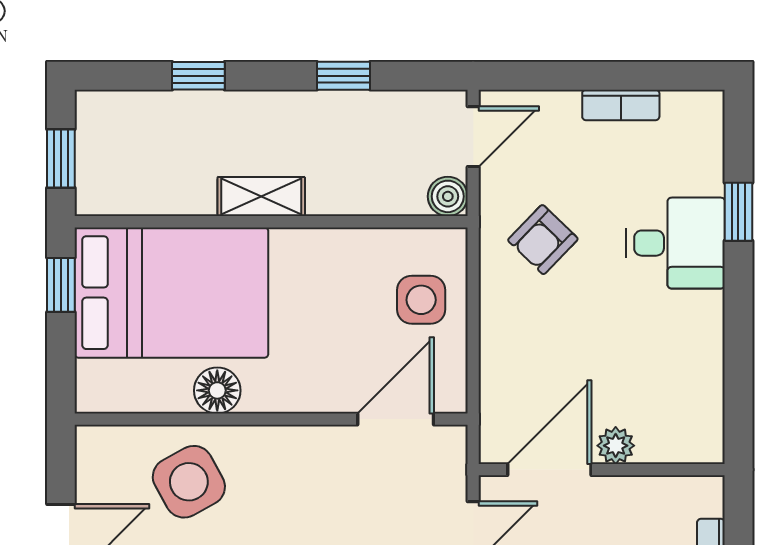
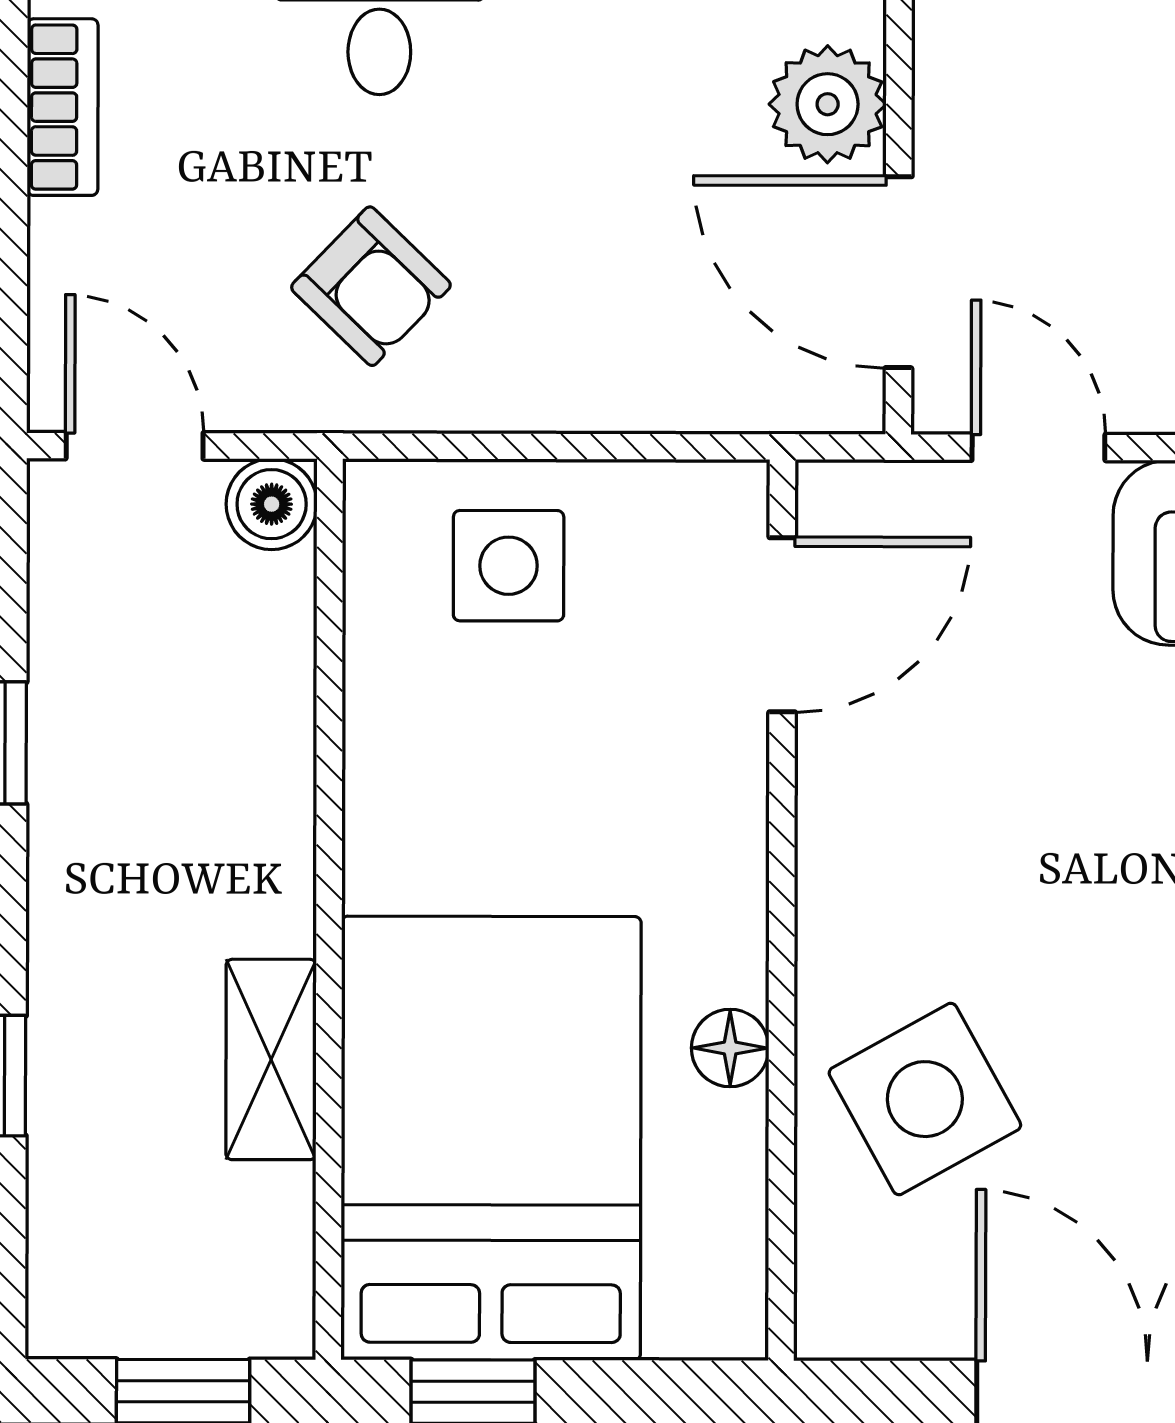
shelving: (261, 197) -> (271, 1059), moved
floor lamp: (217, 390) -> (730, 1048), width x0.73, depth x0.73
door: (396, 419) -> (782, 625), swing flipped
plant: (616, 446) -> (828, 104), width x1.38, depth x1.38

